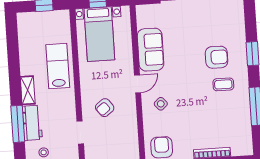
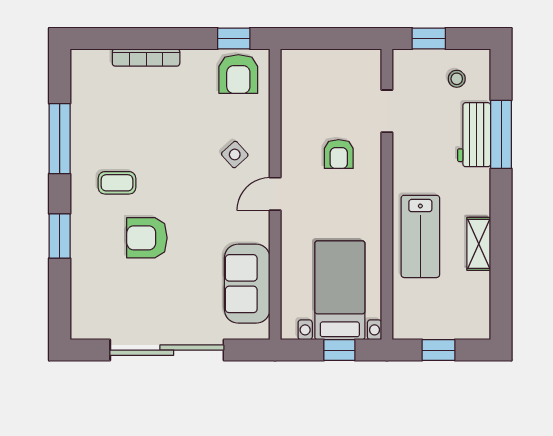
sofa: (151, 50) -> (247, 284), moved
armchair: (217, 57) -> (147, 238), moved
shelving: (28, 90) -> (479, 244), moved
armchair: (105, 108) -> (339, 154), turned 127

